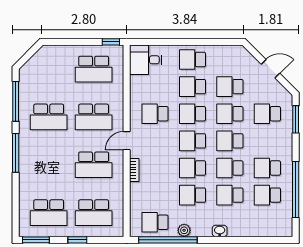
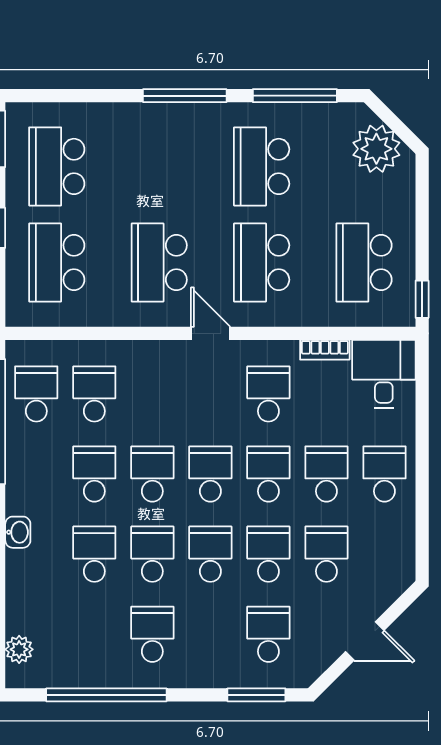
plant: (40, 63) -> (376, 149), added
door: (270, 69) -> (365, 641), hinge flipped
bookcase: (134, 170) -> (325, 350), moved
school desk: (267, 195) -> (94, 394), moved
plant: (184, 230) -> (19, 649), moved

